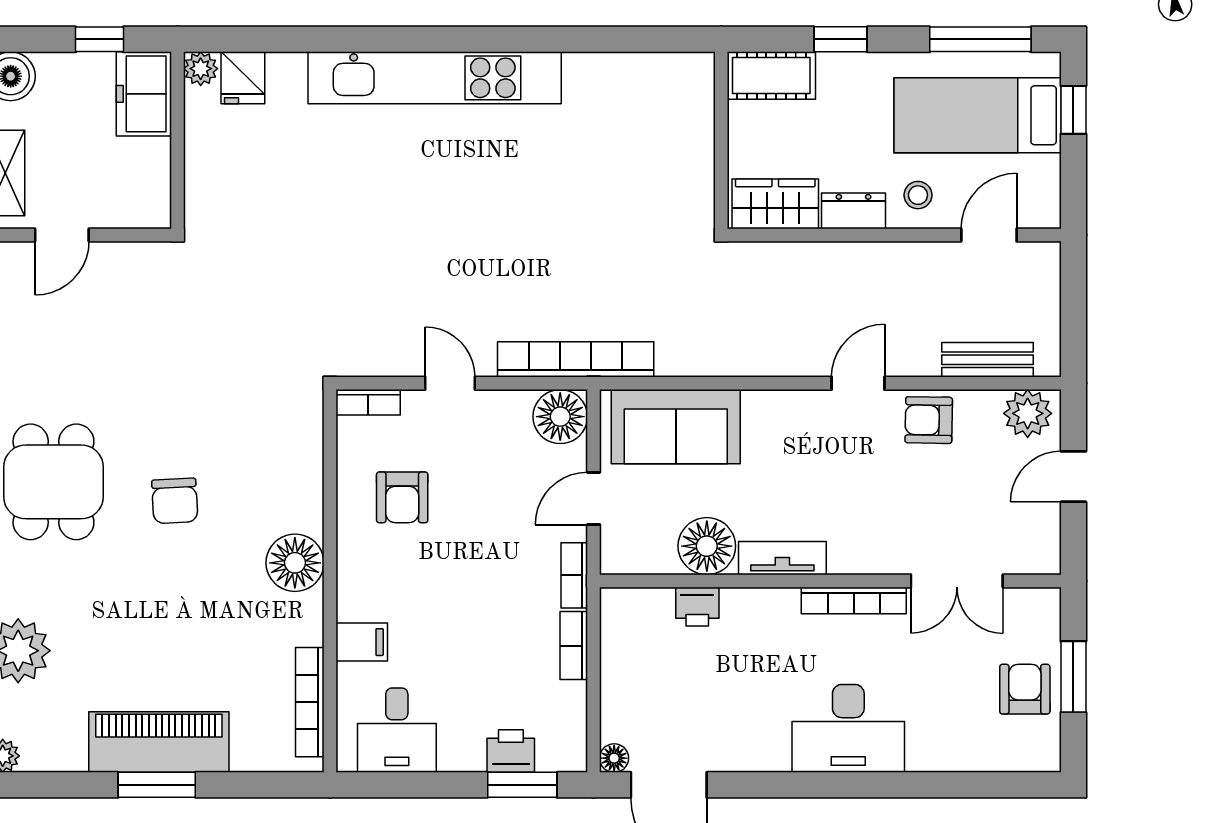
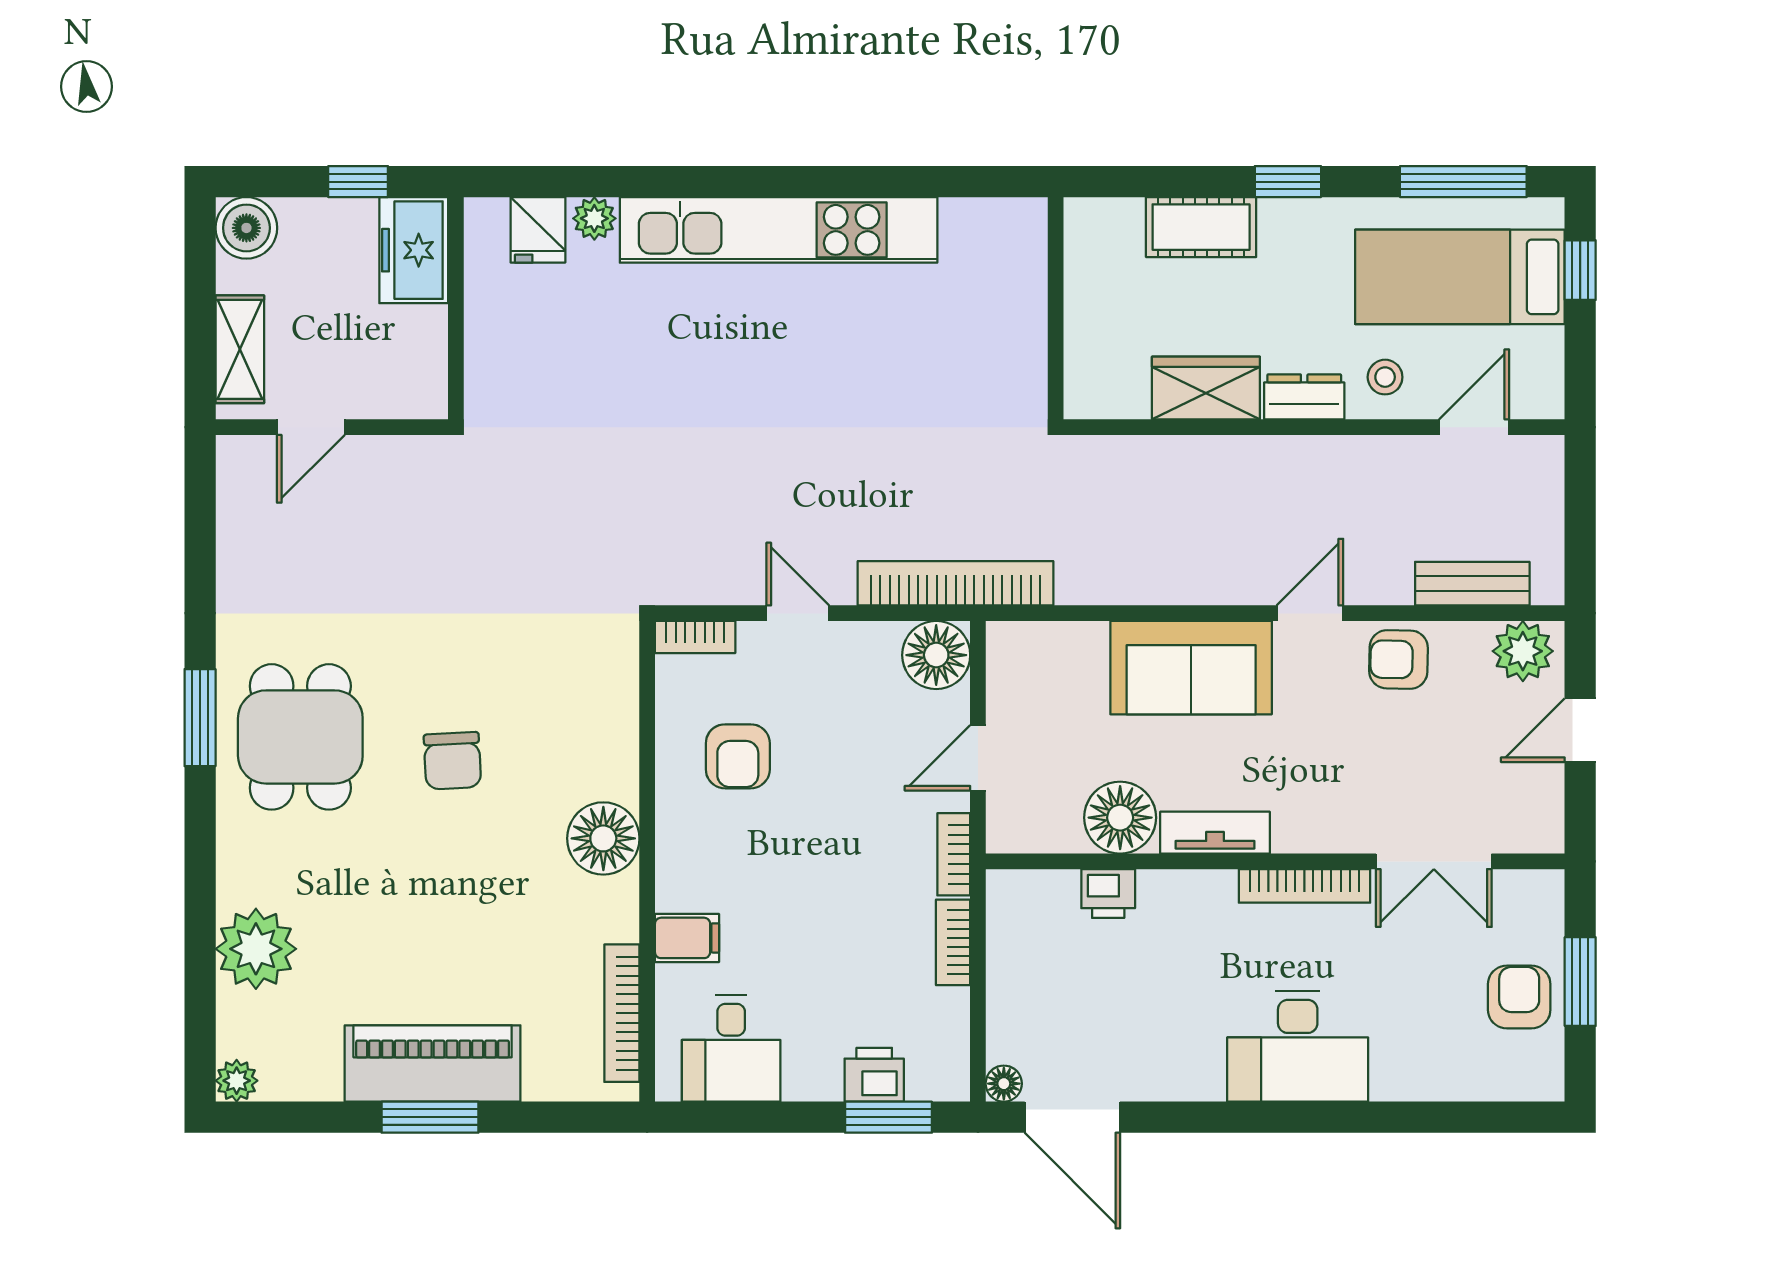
plant: (201, 69) -> (594, 218), moved
wall: (721, 140) -> (1056, 308), moved
sofa: (676, 427) -> (1191, 668), moved

